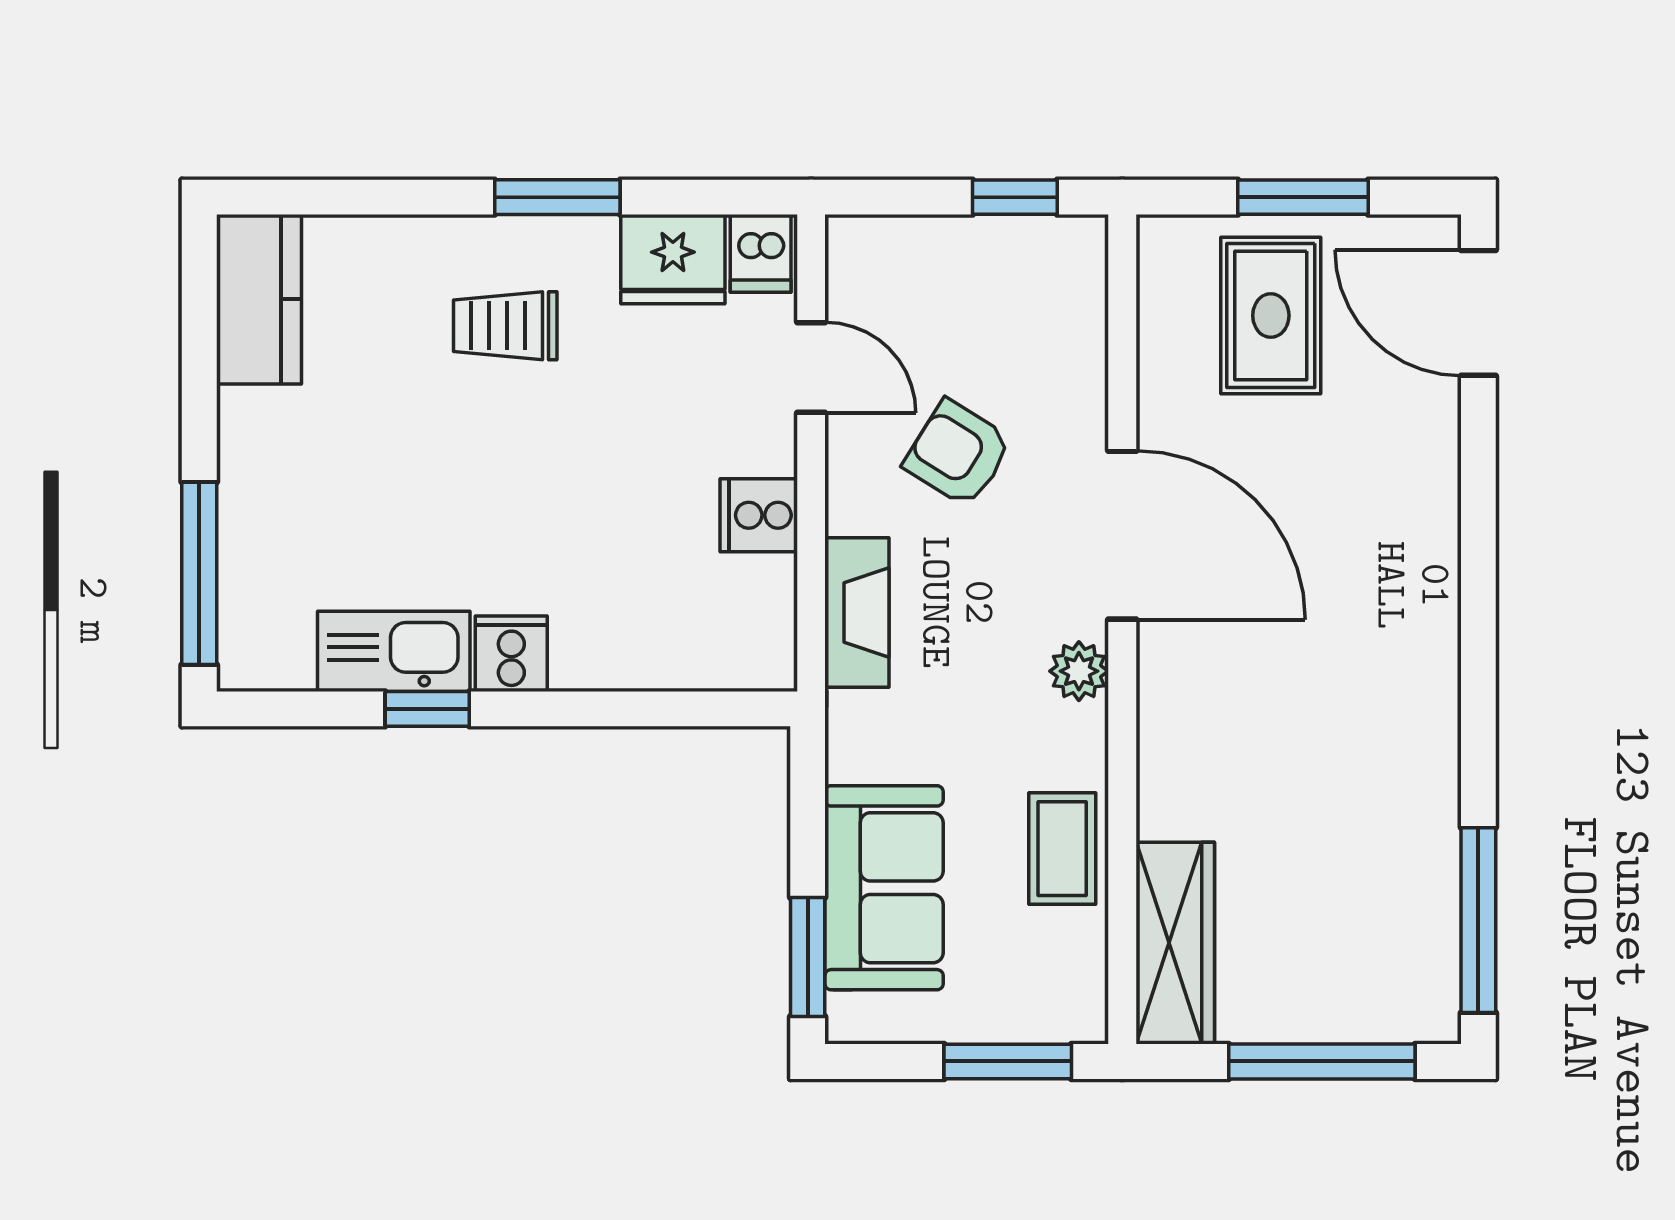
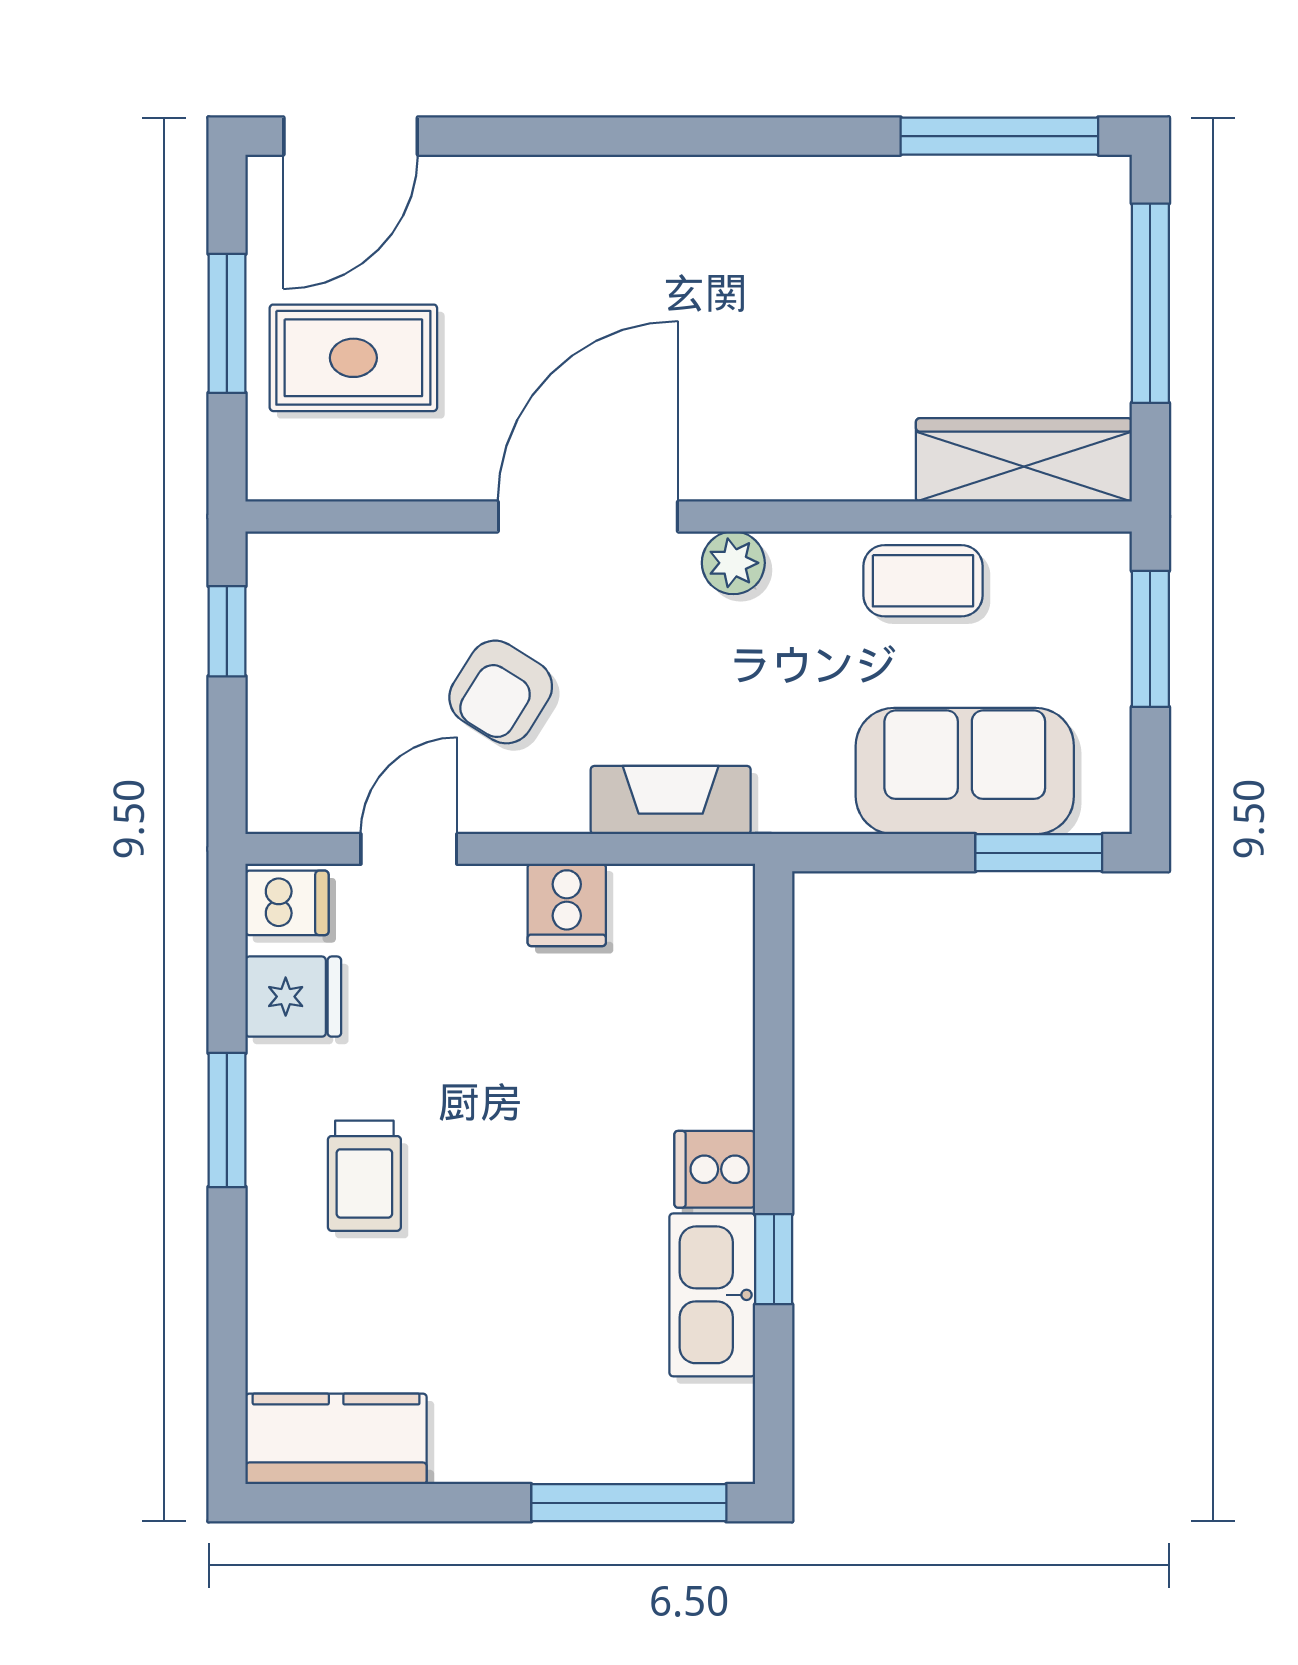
fridge: (673, 259) -> (293, 997), width x0.72

